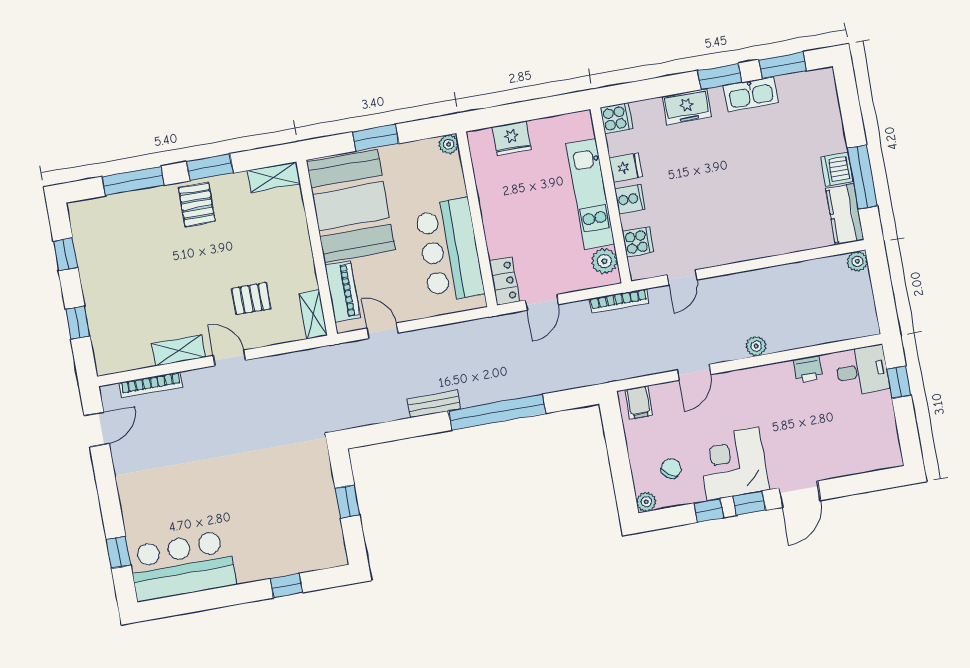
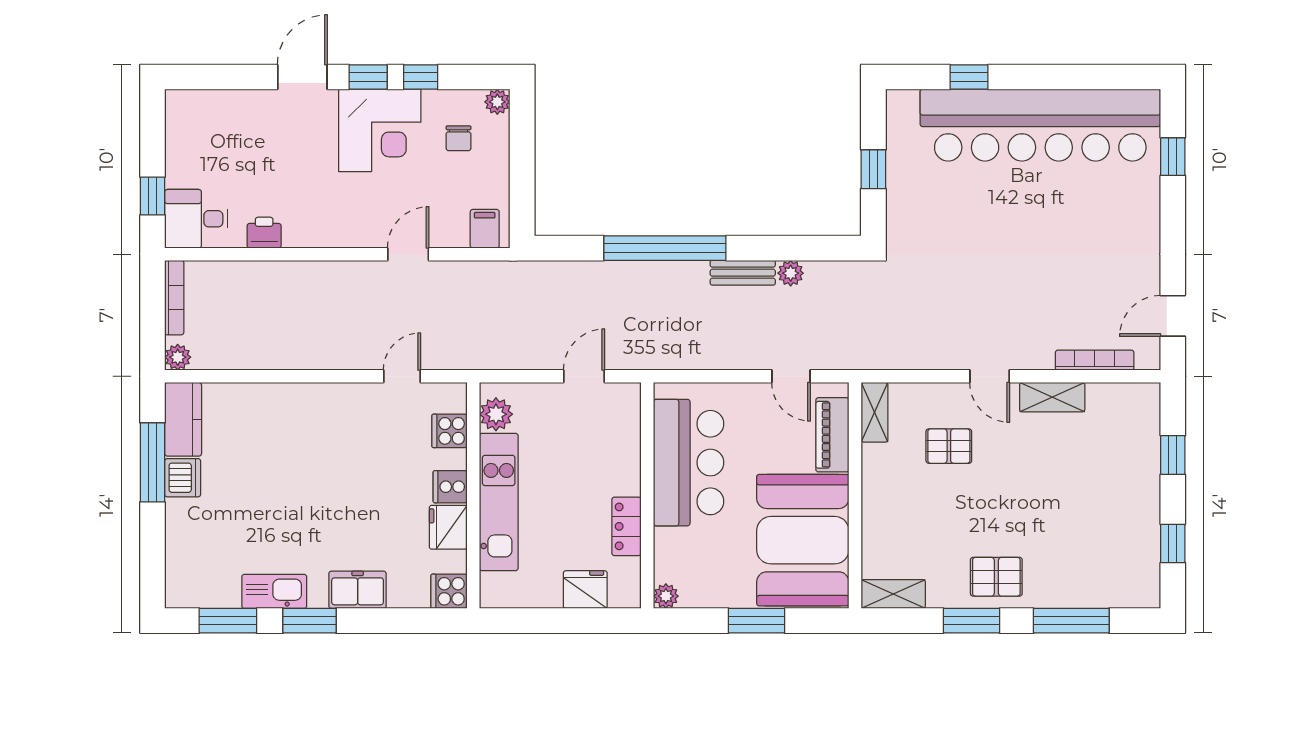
fridge: (626, 167) -> (448, 527), width x1.38
pallet: (197, 205) -> (996, 577), turned 90
locker: (504, 281) -> (626, 526), moved
bookcase: (619, 301) -> (174, 298), moved, turned 90
plant: (756, 346) -> (791, 273), moved
chair: (671, 468) -> (458, 138), turned -37
bar counter: (182, 566) -> (1040, 125), width x1.86

